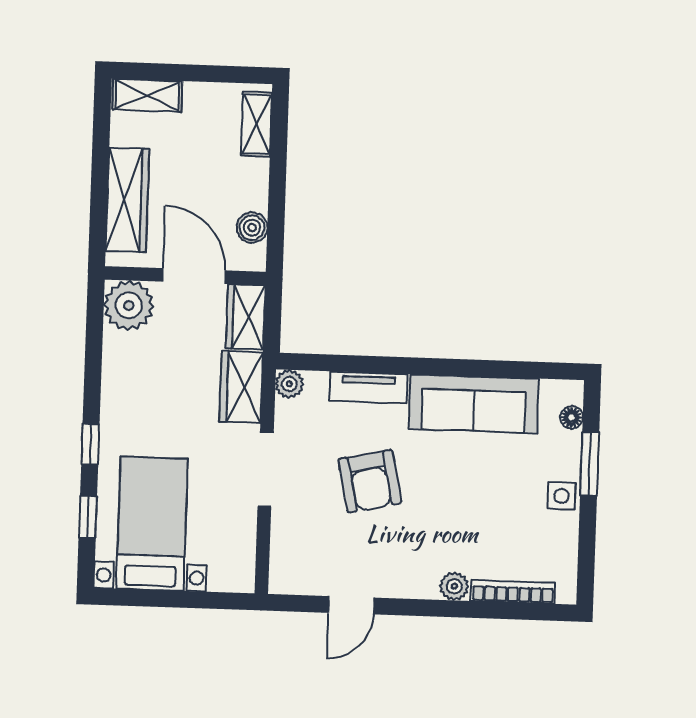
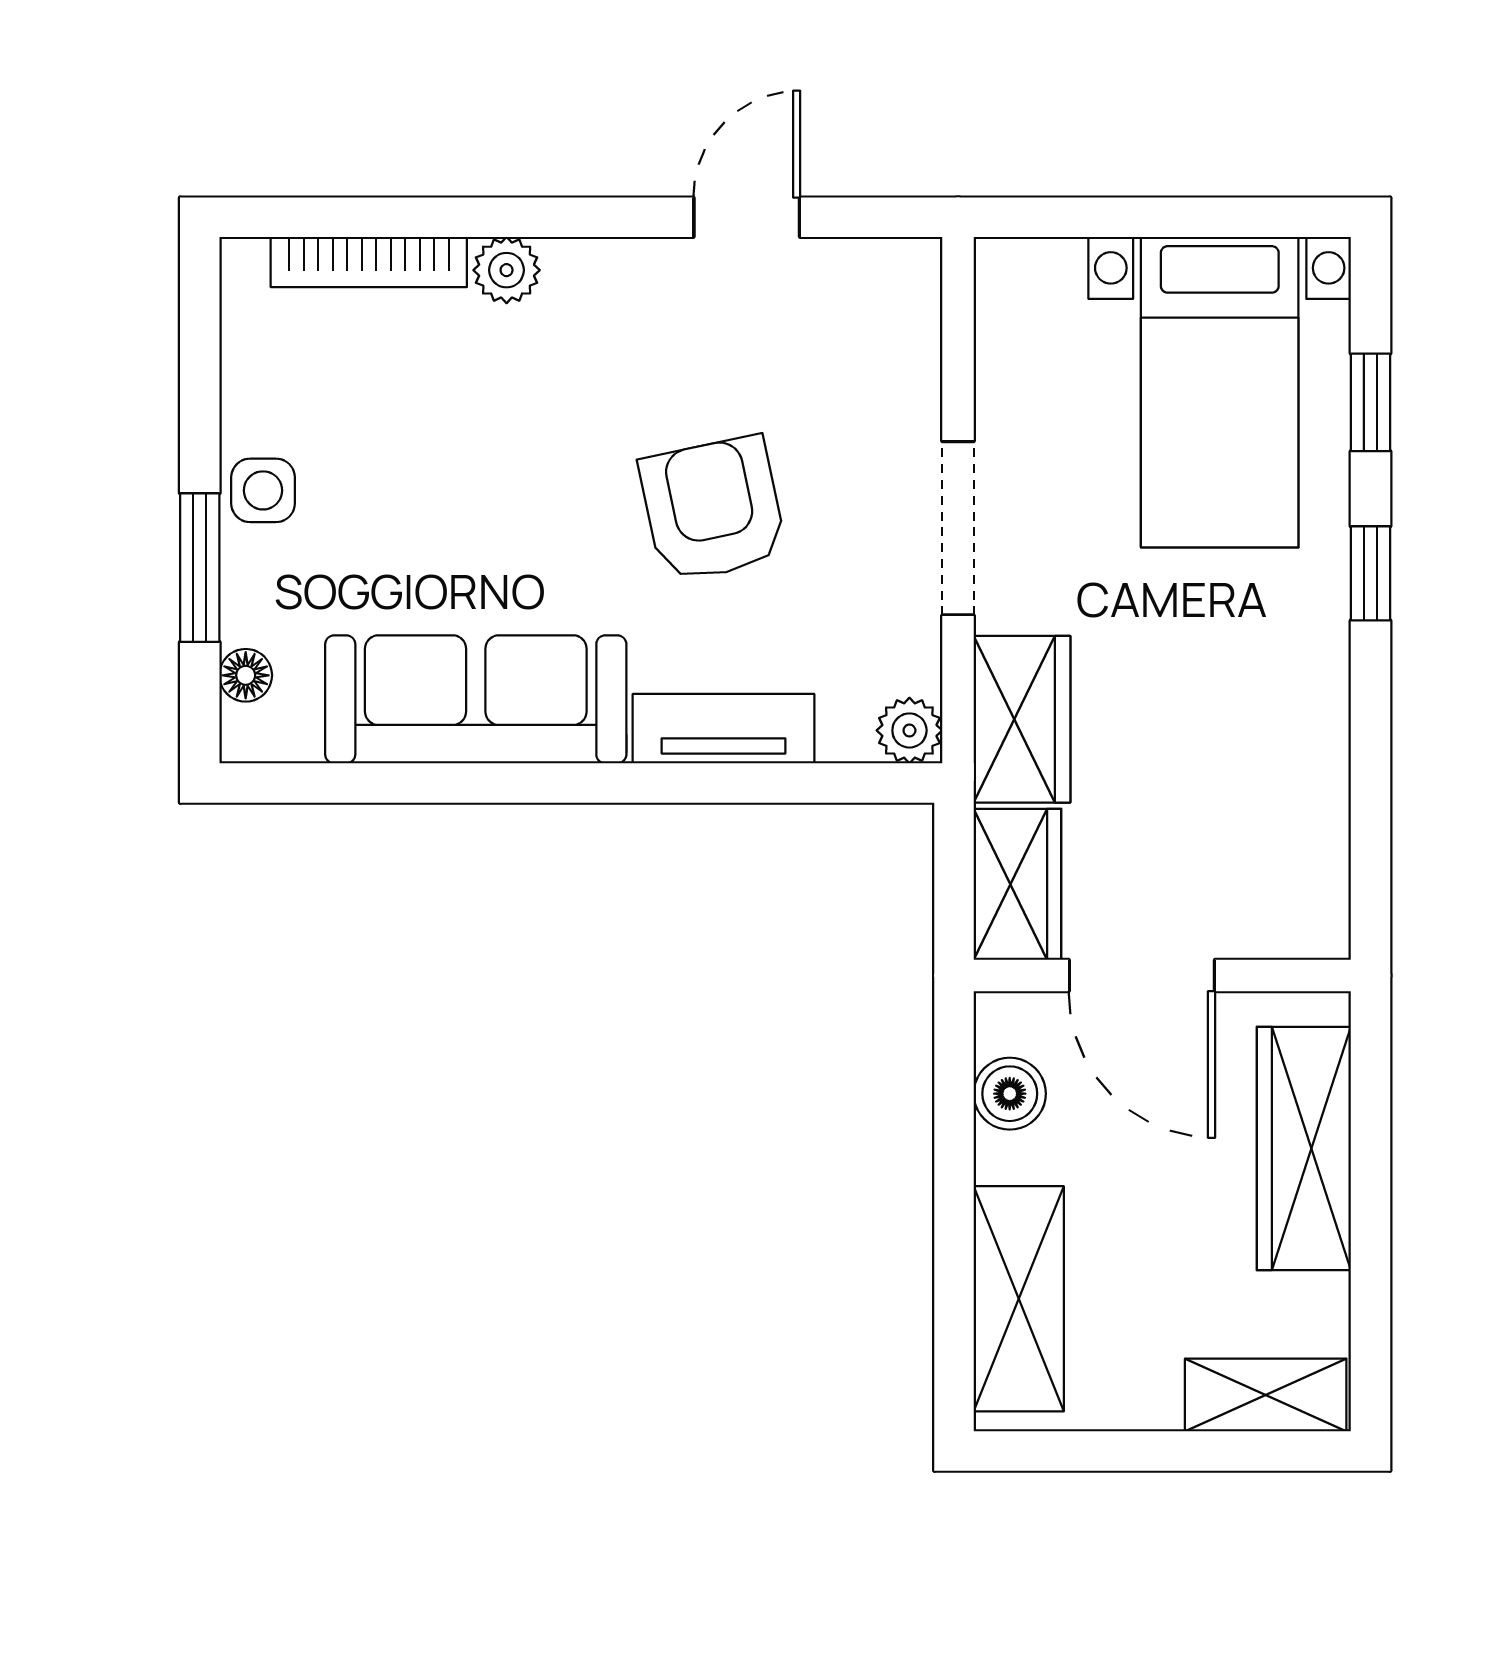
shelving: (257, 124) -> (1019, 1299), width x1.50, depth x1.33
plant: (129, 305) -> (1292, 901), removed

